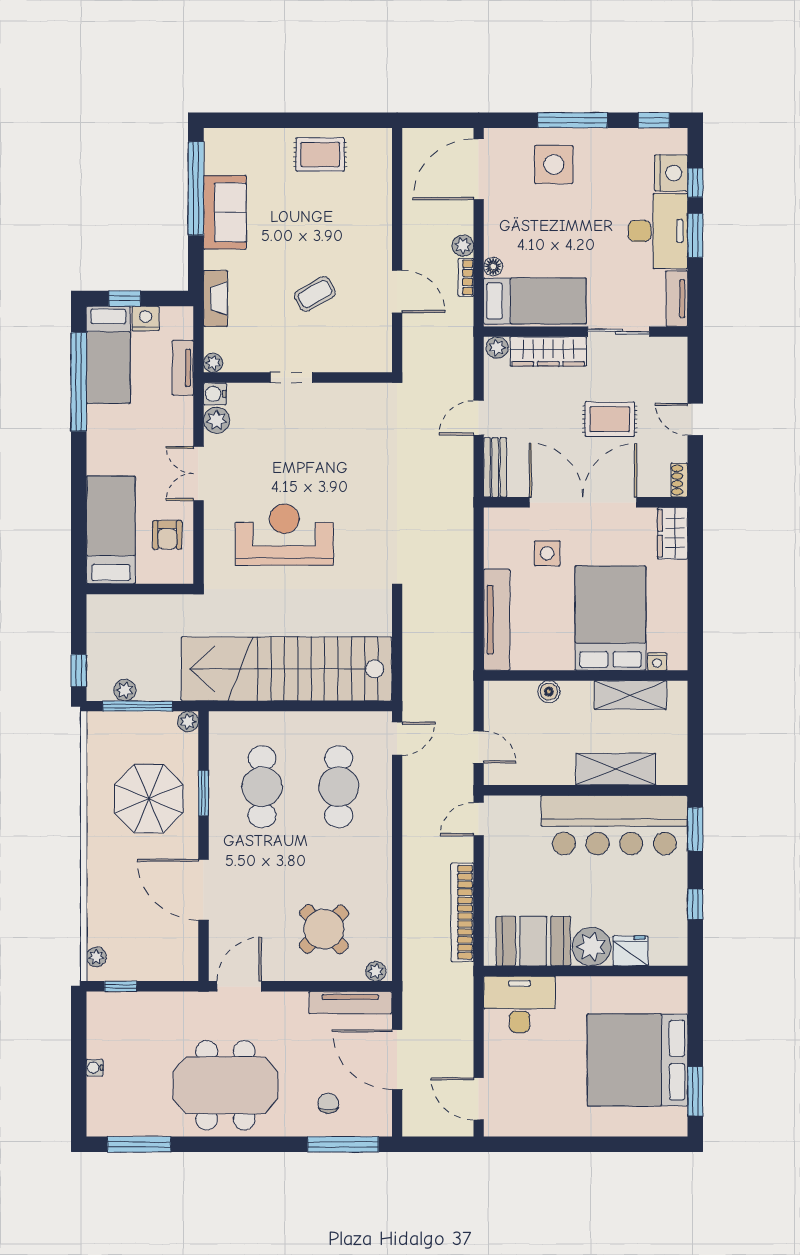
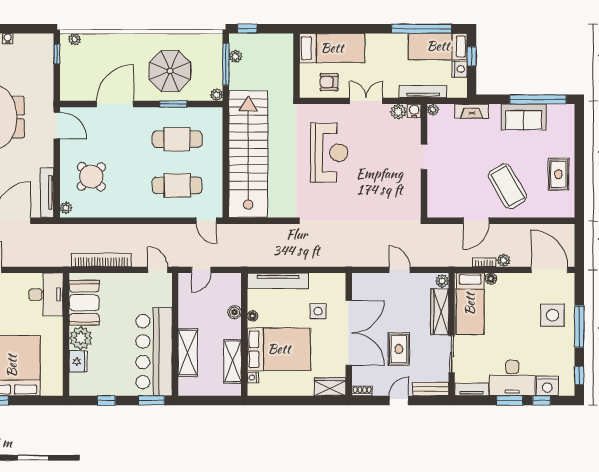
coffee table: (315, 294) -> (507, 186), moved, width x1.86, depth x1.72
tv unit: (183, 368) -> (423, 91), width x1.41
bench: (495, 467) -> (431, 389), moved
floor lamp: (555, 662) -> (253, 316), added

